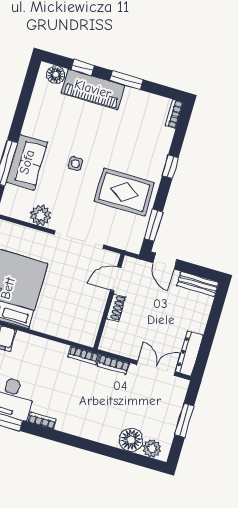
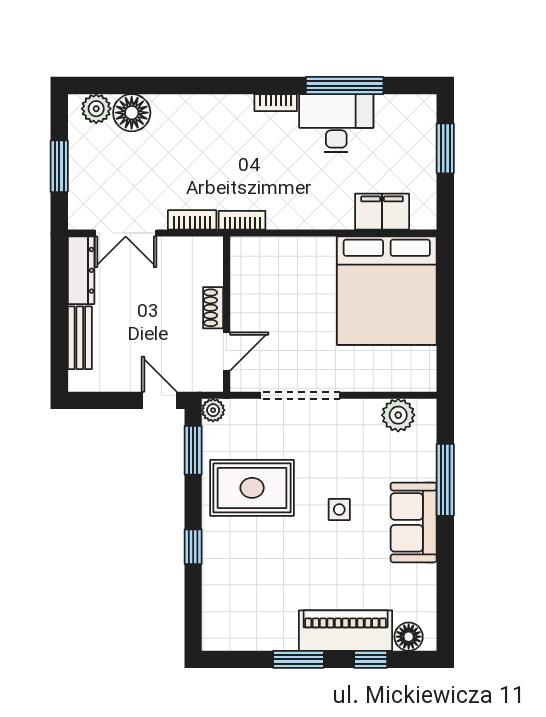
bookcase: (174, 114) -> (210, 629), removed
sofa: (27, 162) -> (414, 522), moved
plant: (41, 215) -> (398, 415), moved
plant: (134, 246) -> (213, 410), added
bench: (198, 284) -> (80, 338), moved, turned 90

